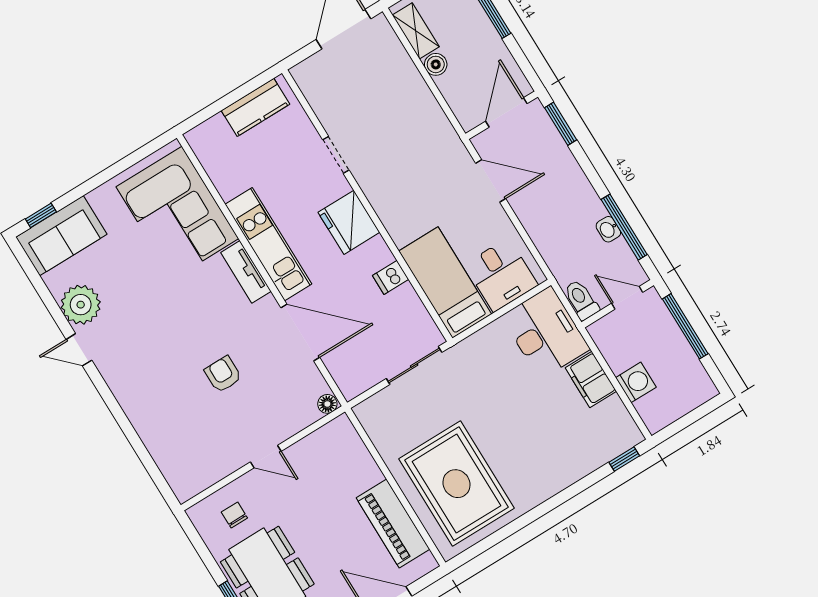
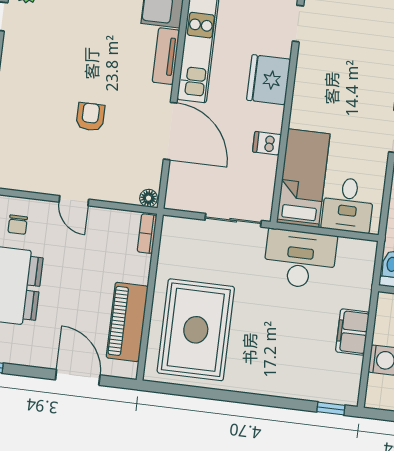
desk: (546, 333) -> (300, 259), moved, turned -90
bookcase: (350, 435) -> (147, 234), added
chair: (234, 515) -> (18, 225), turned 180

